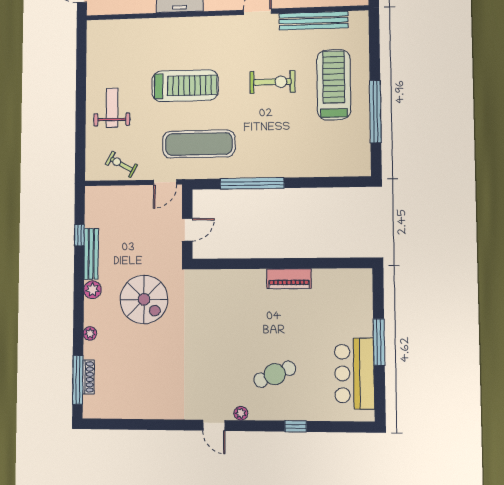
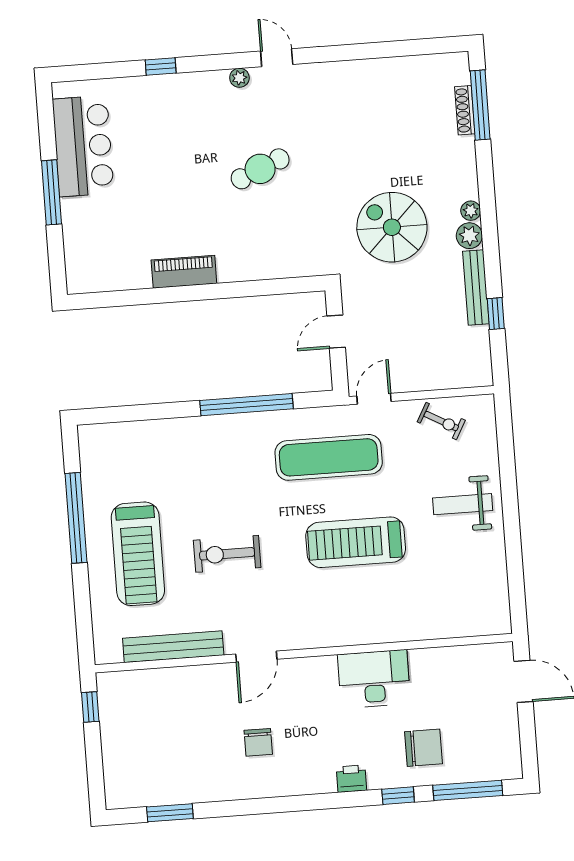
weight bench: (112, 108) -> (463, 504), turned 90
plant: (90, 333) -> (471, 211), moved
cafe table: (275, 374) -> (260, 169), moved

